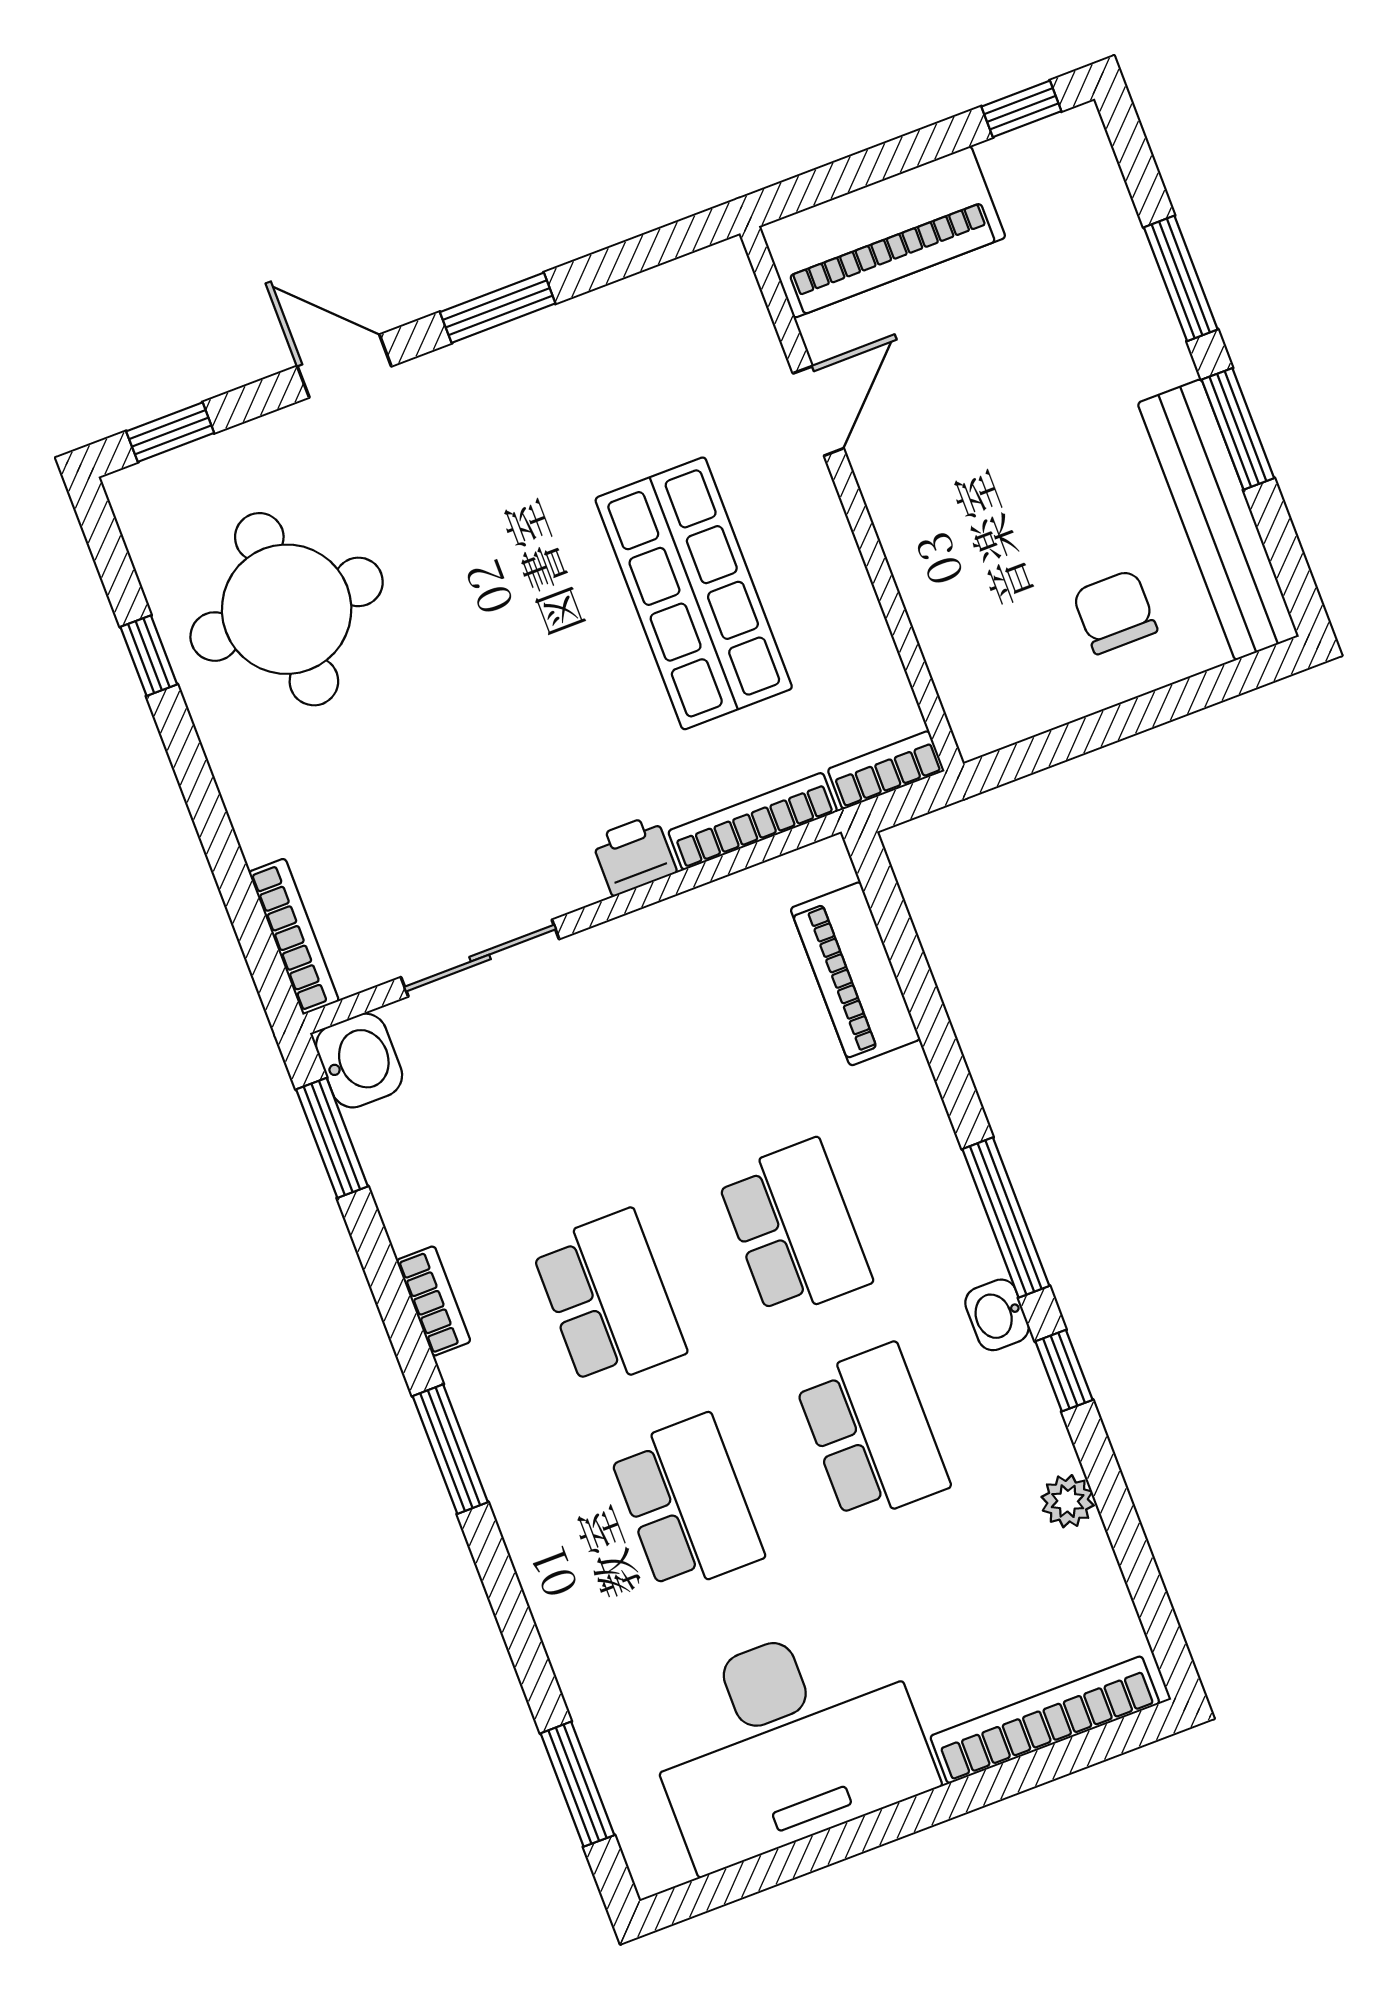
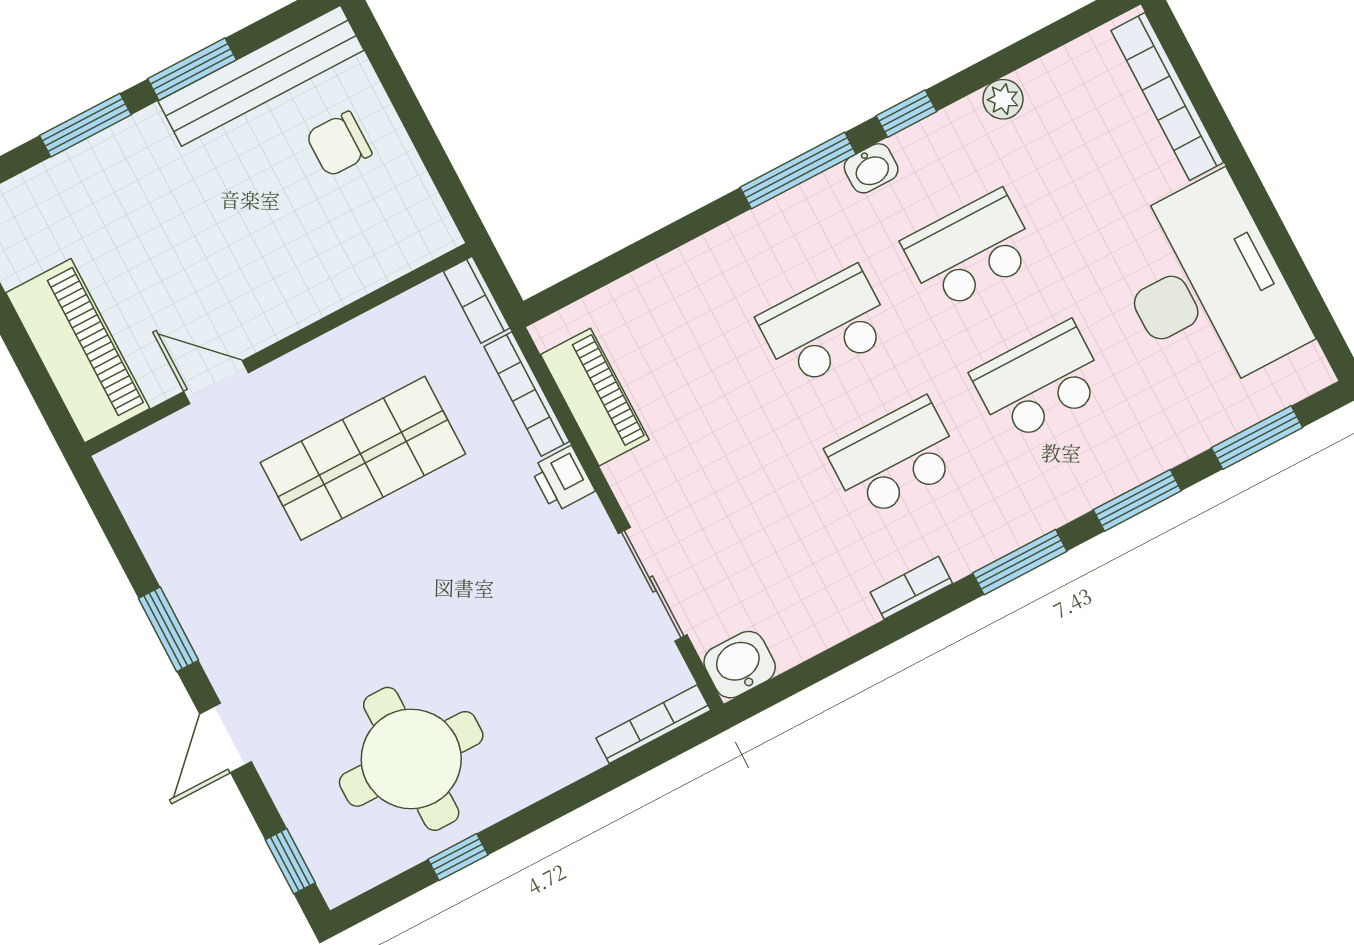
piano: (855, 974) -> (595, 397), moved, turned -90
window: (332, 1138) -> (1137, 500), moved

